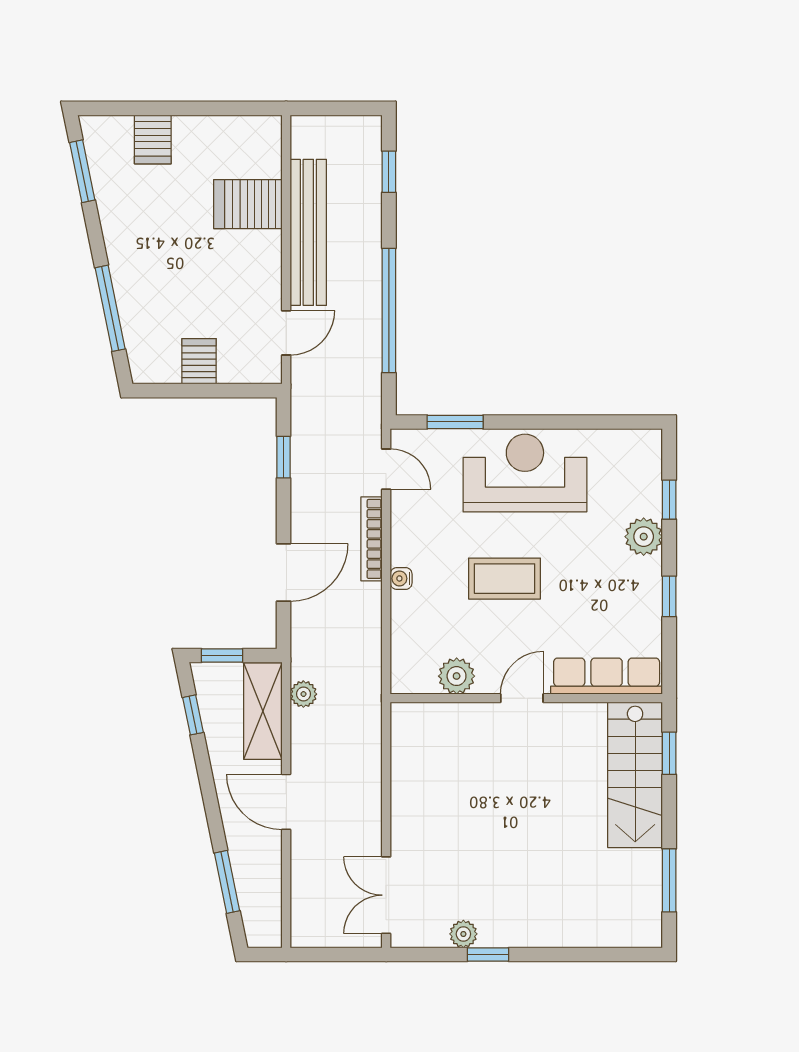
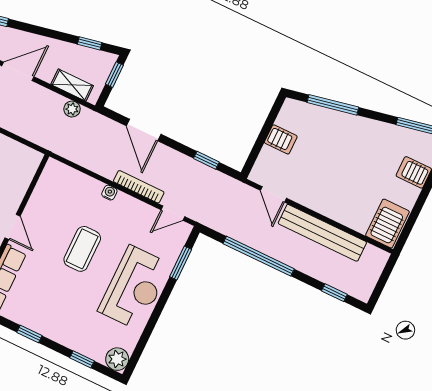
server rack: (248, 204) -> (387, 224), moved
plant: (644, 537) -> (117, 359), moved
plant: (457, 676) -> (42, 197), removed
shelving: (263, 711) -> (72, 85), width x0.67, depth x0.75

